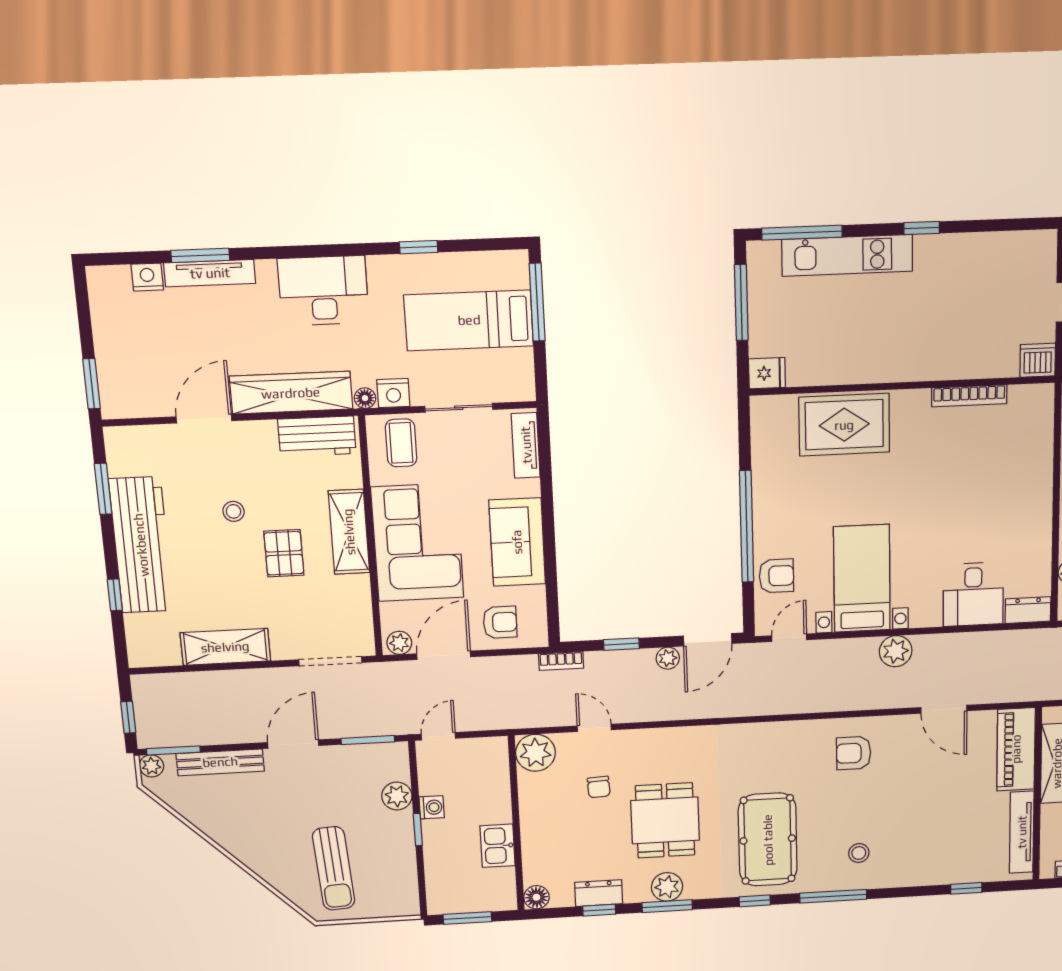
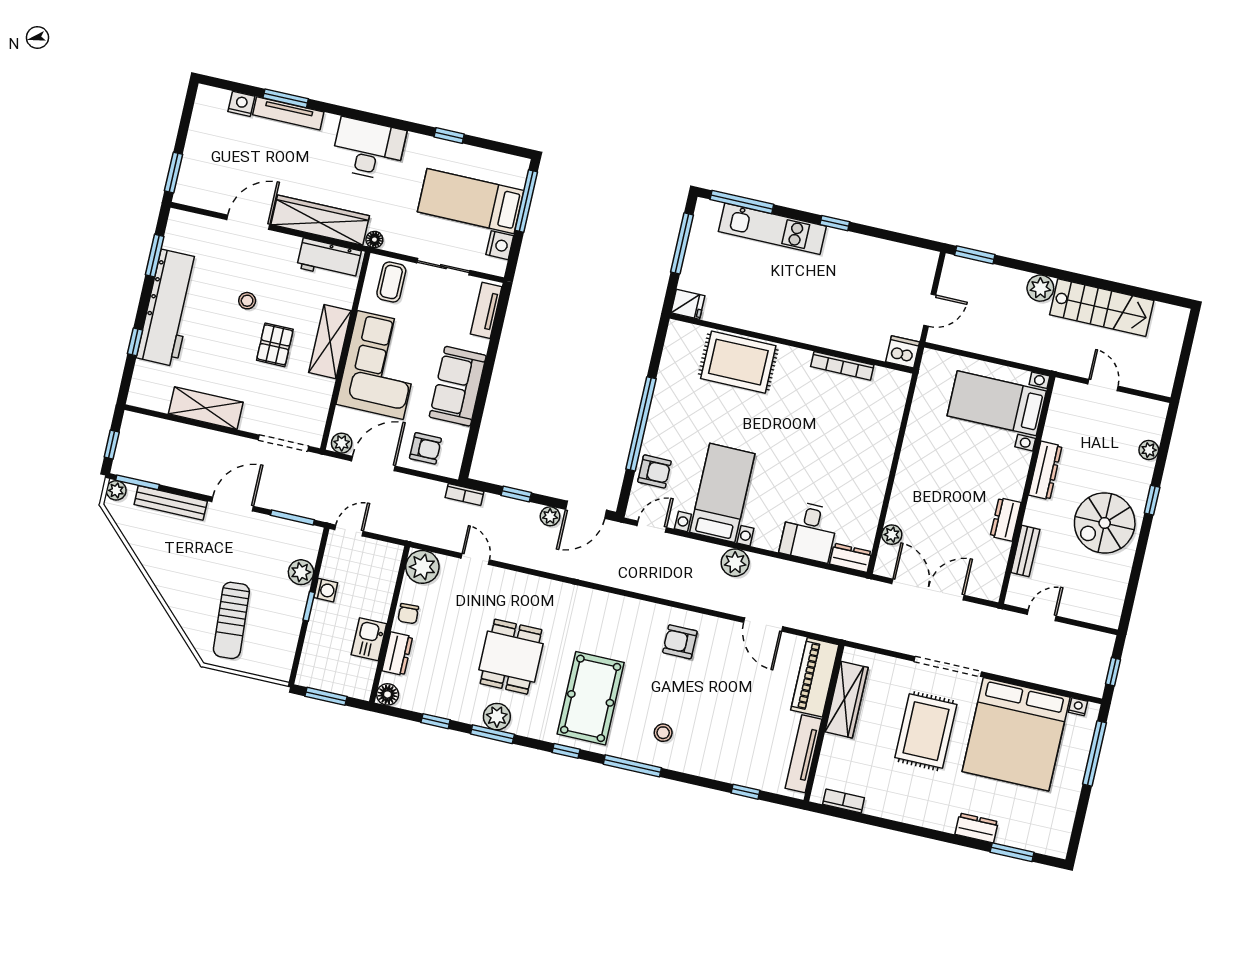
nightstand: (393, 393) -> (500, 245), moved, turned -90
chair: (599, 787) -> (408, 614), moved
dresser: (599, 893) -> (397, 654), moved, turned 90

